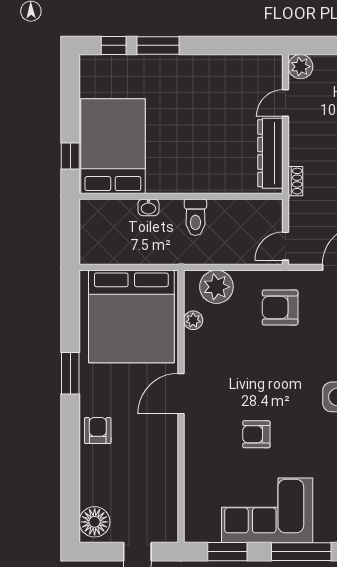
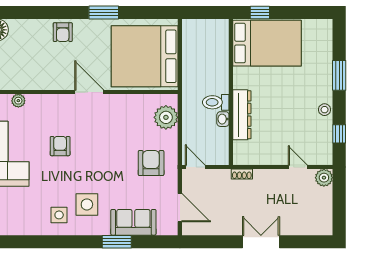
window: (114, 45) -> (339, 134), moved
stool: (206, 66) -> (325, 110), added
dresser: (270, 153) -> (242, 115), moved, turned 90
washbasin: (148, 207) -> (223, 119), moved
plant: (193, 320) -> (18, 101), moved
armchair: (98, 431) -> (63, 32), turned 90

